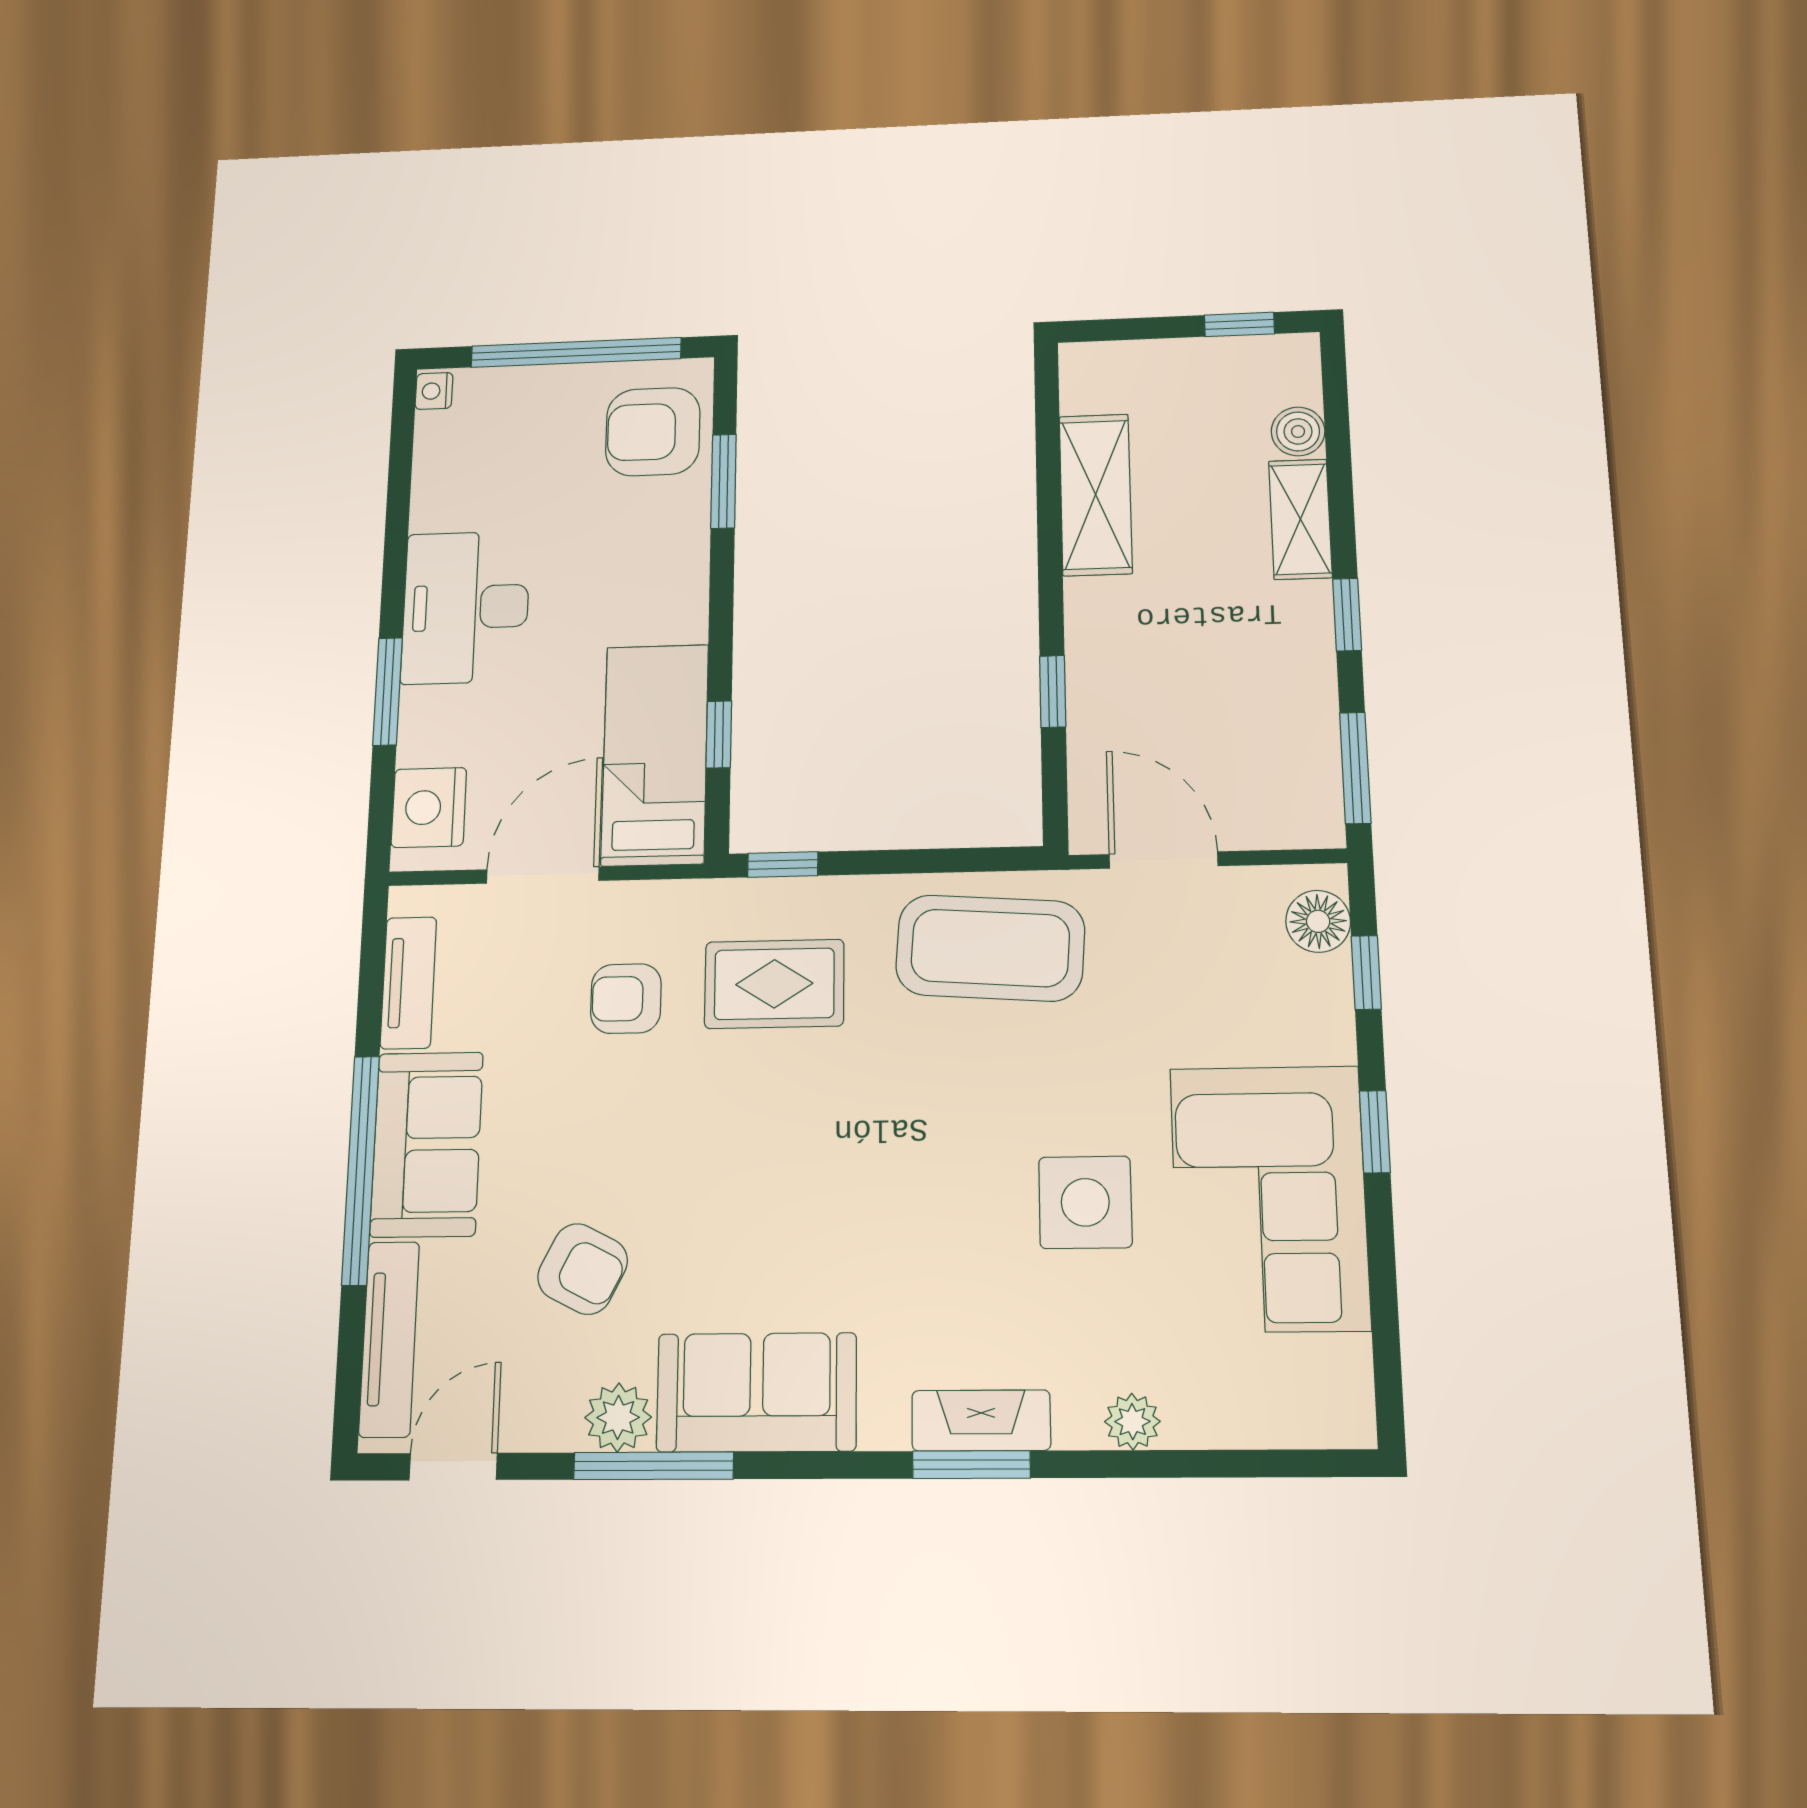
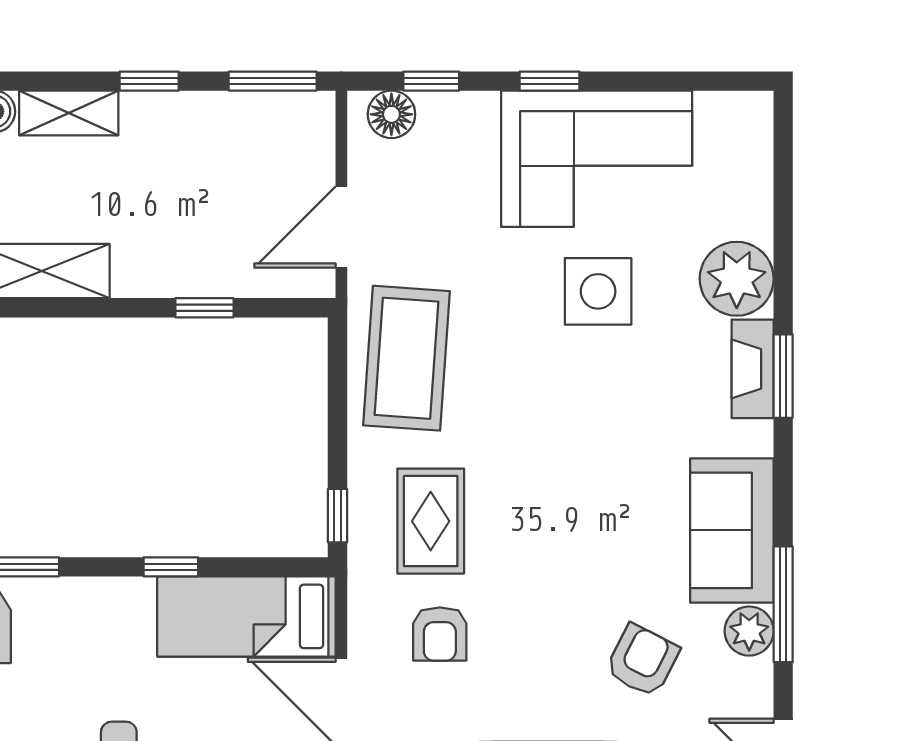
window: (719, 734) -> (171, 567), moved
plant: (1132, 1422) -> (737, 279), width x1.87, depth x1.87

